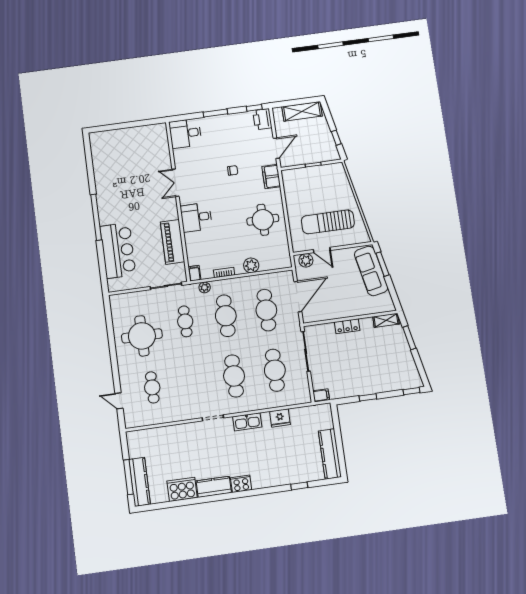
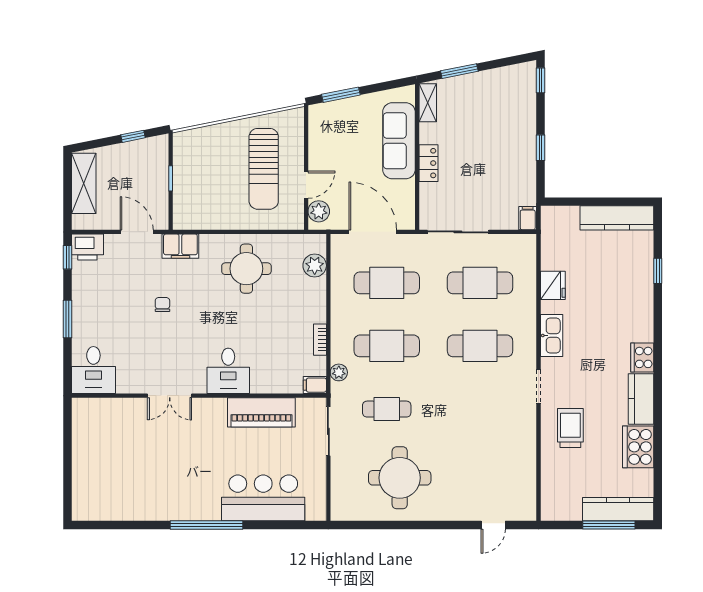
plant: (251, 265) -> (315, 265), moved
sofa: (371, 271) -> (399, 141), moved, turned 101
cafe table: (152, 387) -> (480, 472), removed
trolley: (189, 443) -> (570, 428), added

